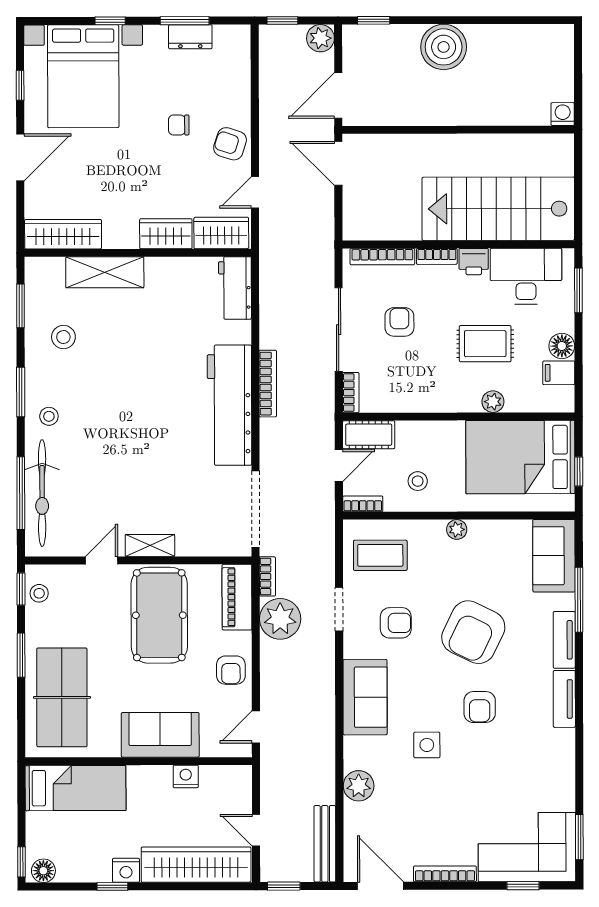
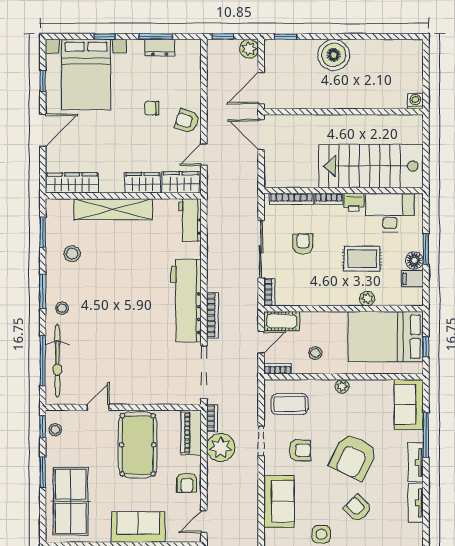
shelving: (105, 272) -> (113, 209), width x1.47
window: (578, 290) -> (426, 249), moved
bookcase: (268, 384) -> (212, 315), moved
shelving: (150, 545) -> (131, 397), removed
armchair: (480, 707) -> (358, 508), turned 136

